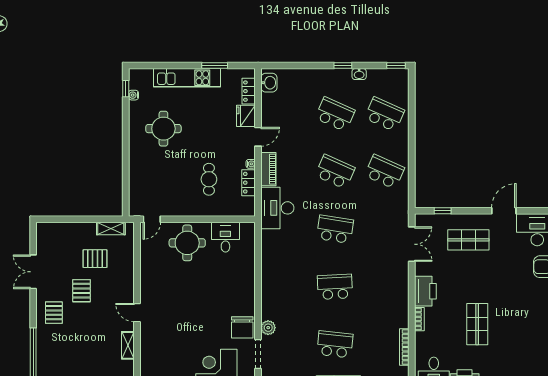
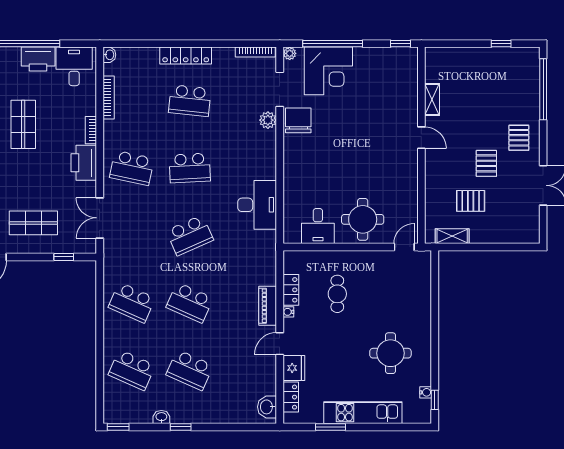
desk: (277, 208) -> (257, 205), moved
school desk: (335, 229) -> (190, 235), turned -33
school desk: (384, 287) -> (132, 168), added

